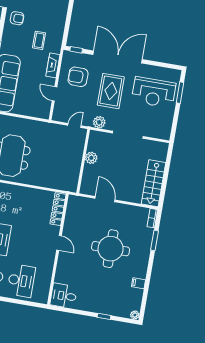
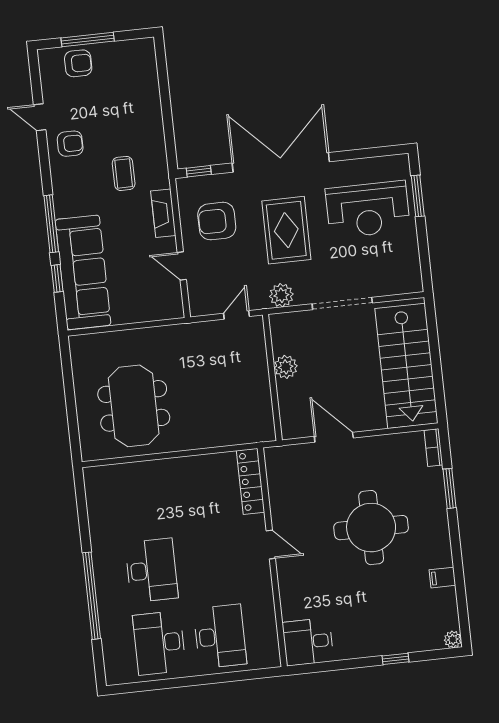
stairs: (153, 183) -> (406, 366), width x1.36, depth x1.51

